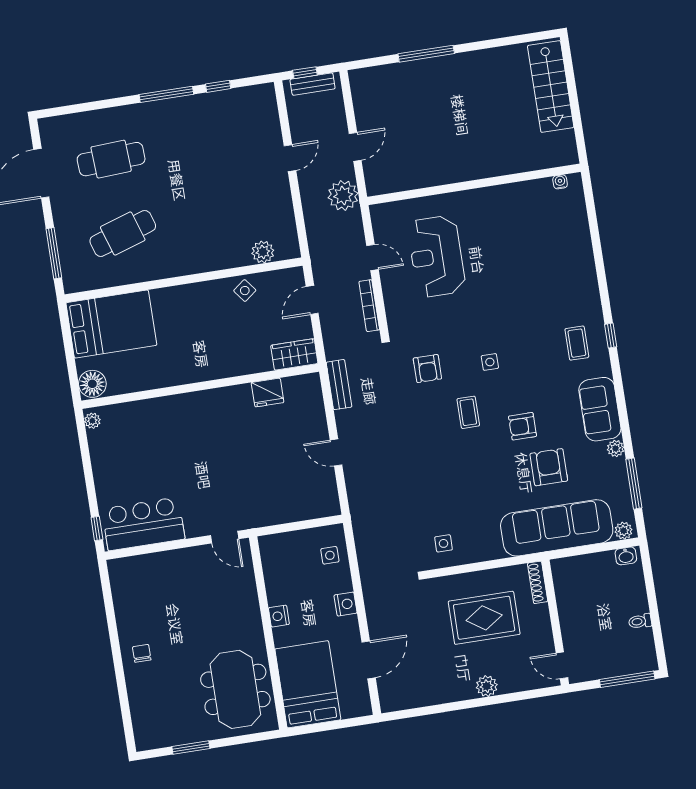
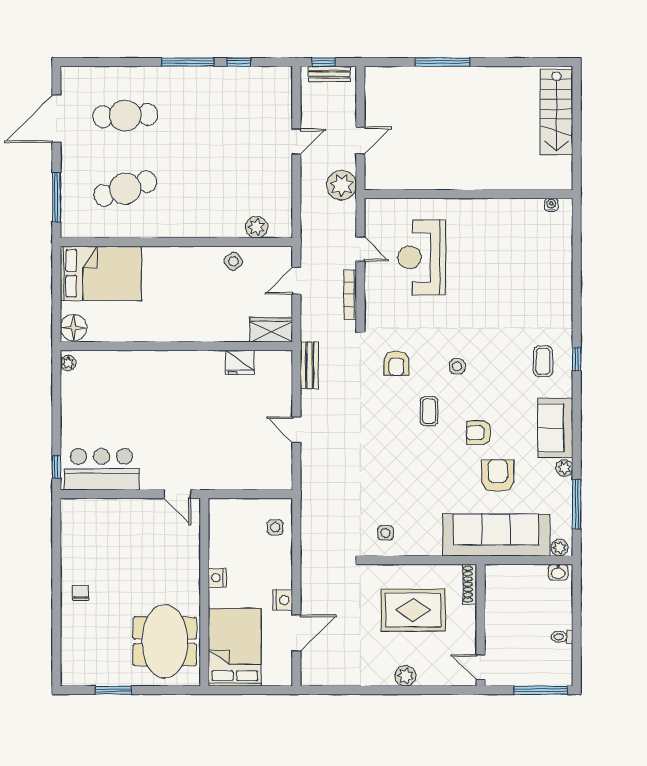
nightstand: (346, 604) -> (283, 600), moved

